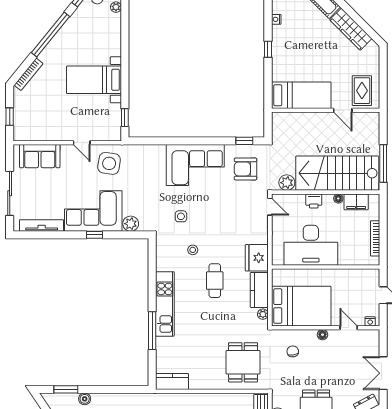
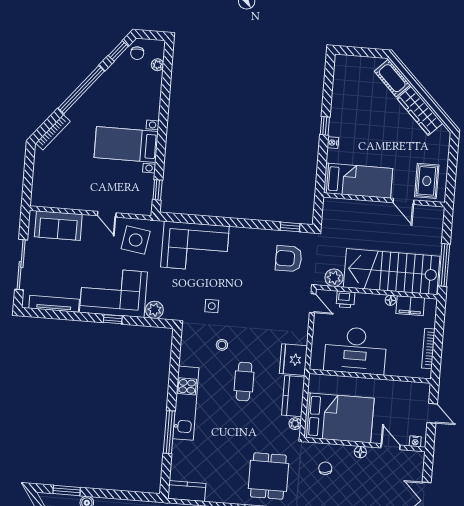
nightstand: (276, 19) -> (333, 143), moved
window: (10, 117) -> (28, 178), removed
corner sofa: (195, 165) -> (195, 247), moved
printer: (314, 201) -> (346, 299), moved

